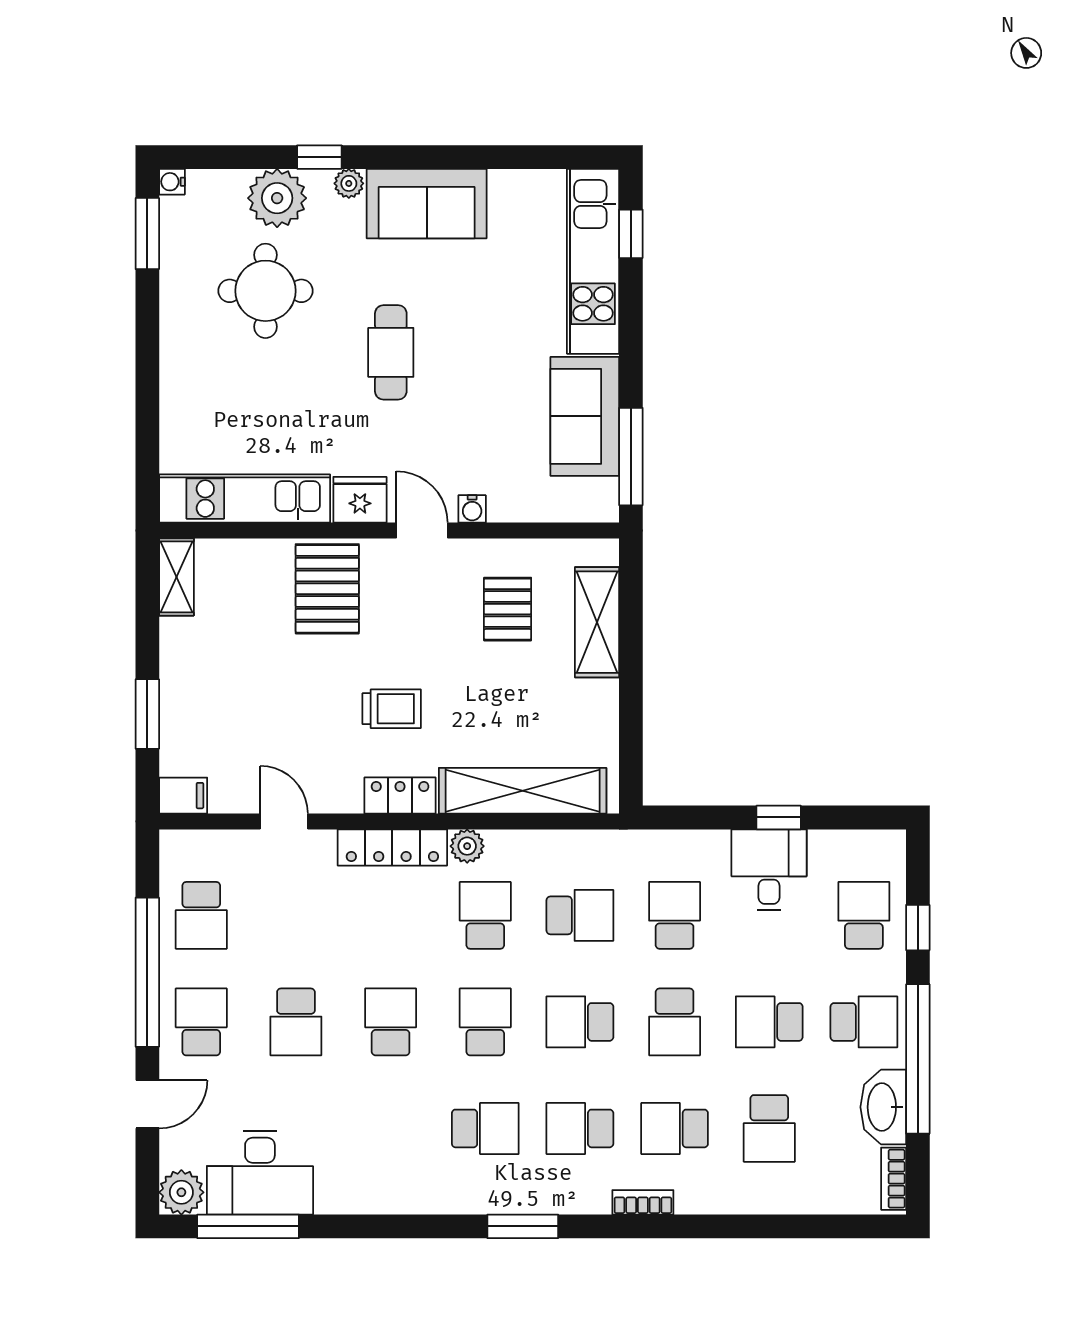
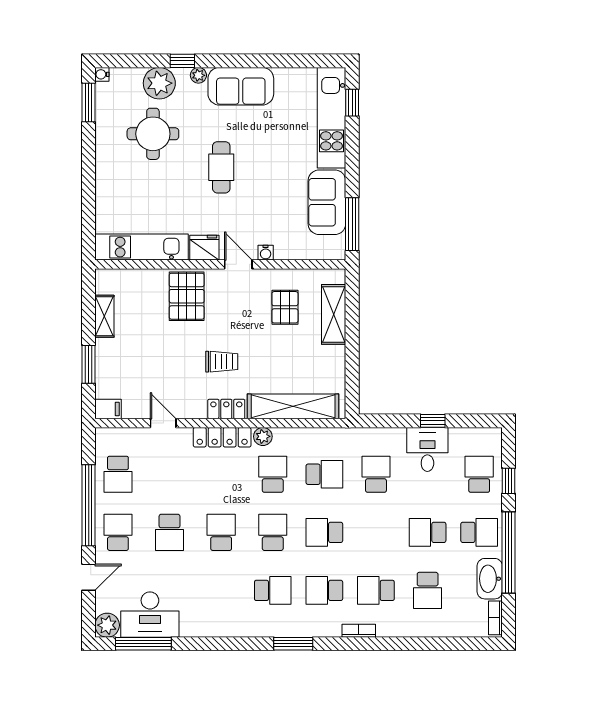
shelving: (176, 577) -> (104, 316), moved
school desk: (675, 1022) -> (376, 532), removed

